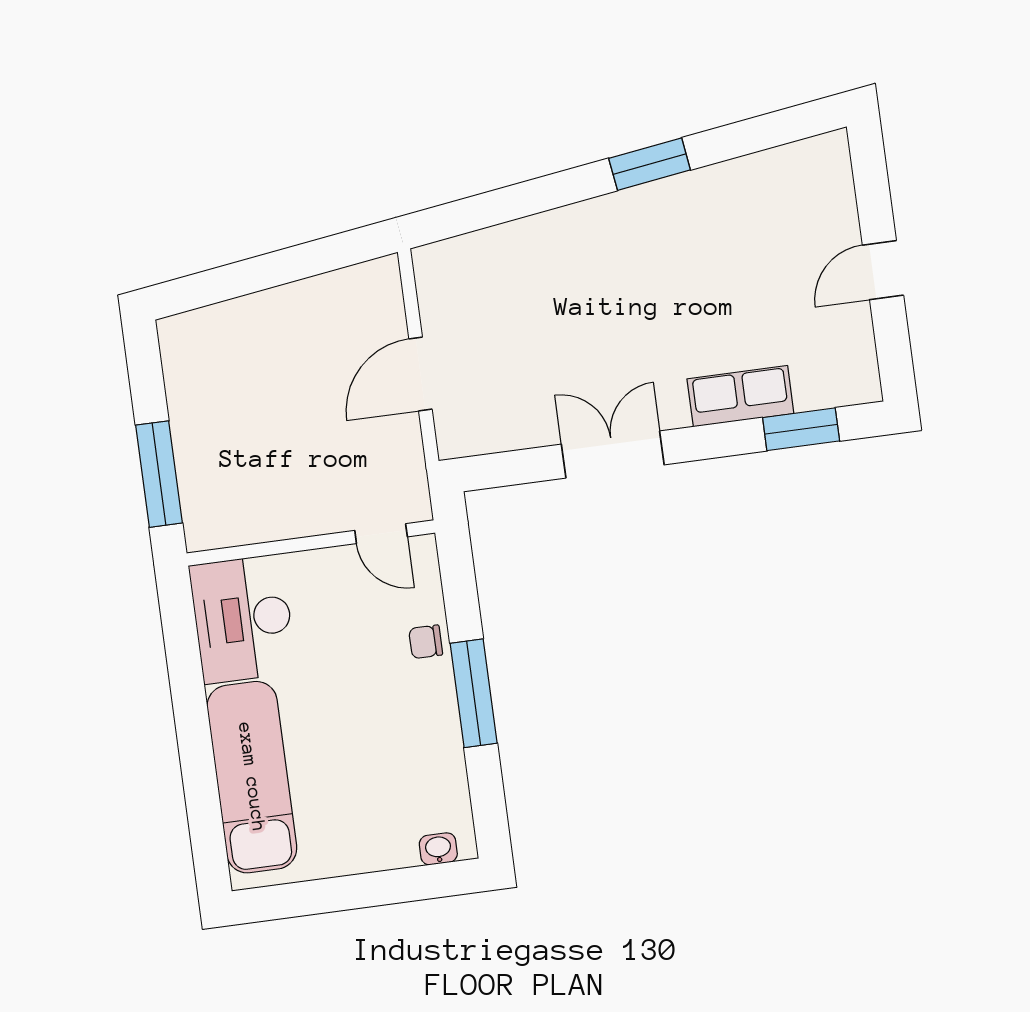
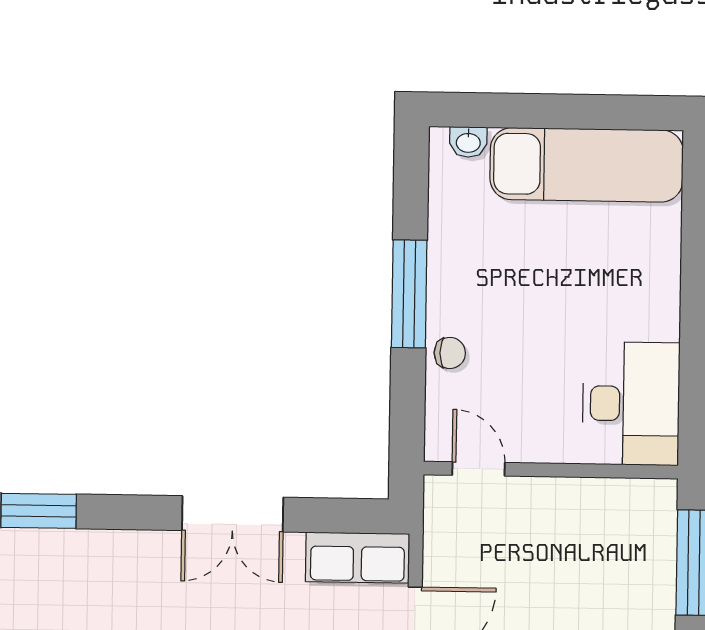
row of seats: (740, 396) -> (357, 558), moved
exam couch: (252, 777) -> (587, 165), moved, turned -90

